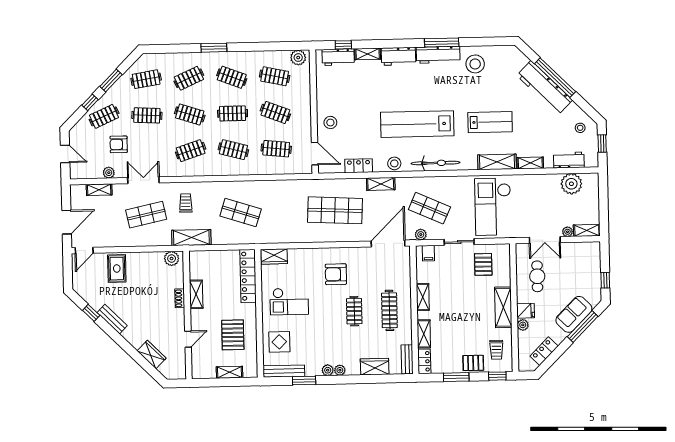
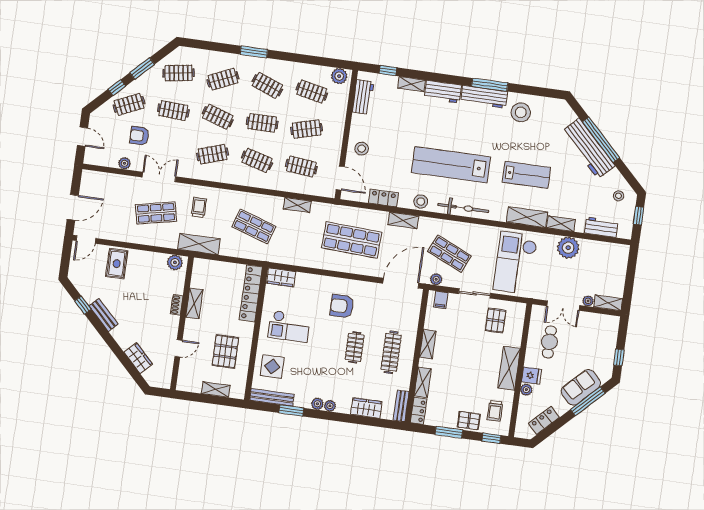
workbench: (338, 57) -> (363, 97), moved, turned -90
clothes rail: (275, 112) -> (307, 129), turned -36
plant: (571, 184) -> (568, 248), moved
shelving: (99, 190) -> (297, 205), moved

